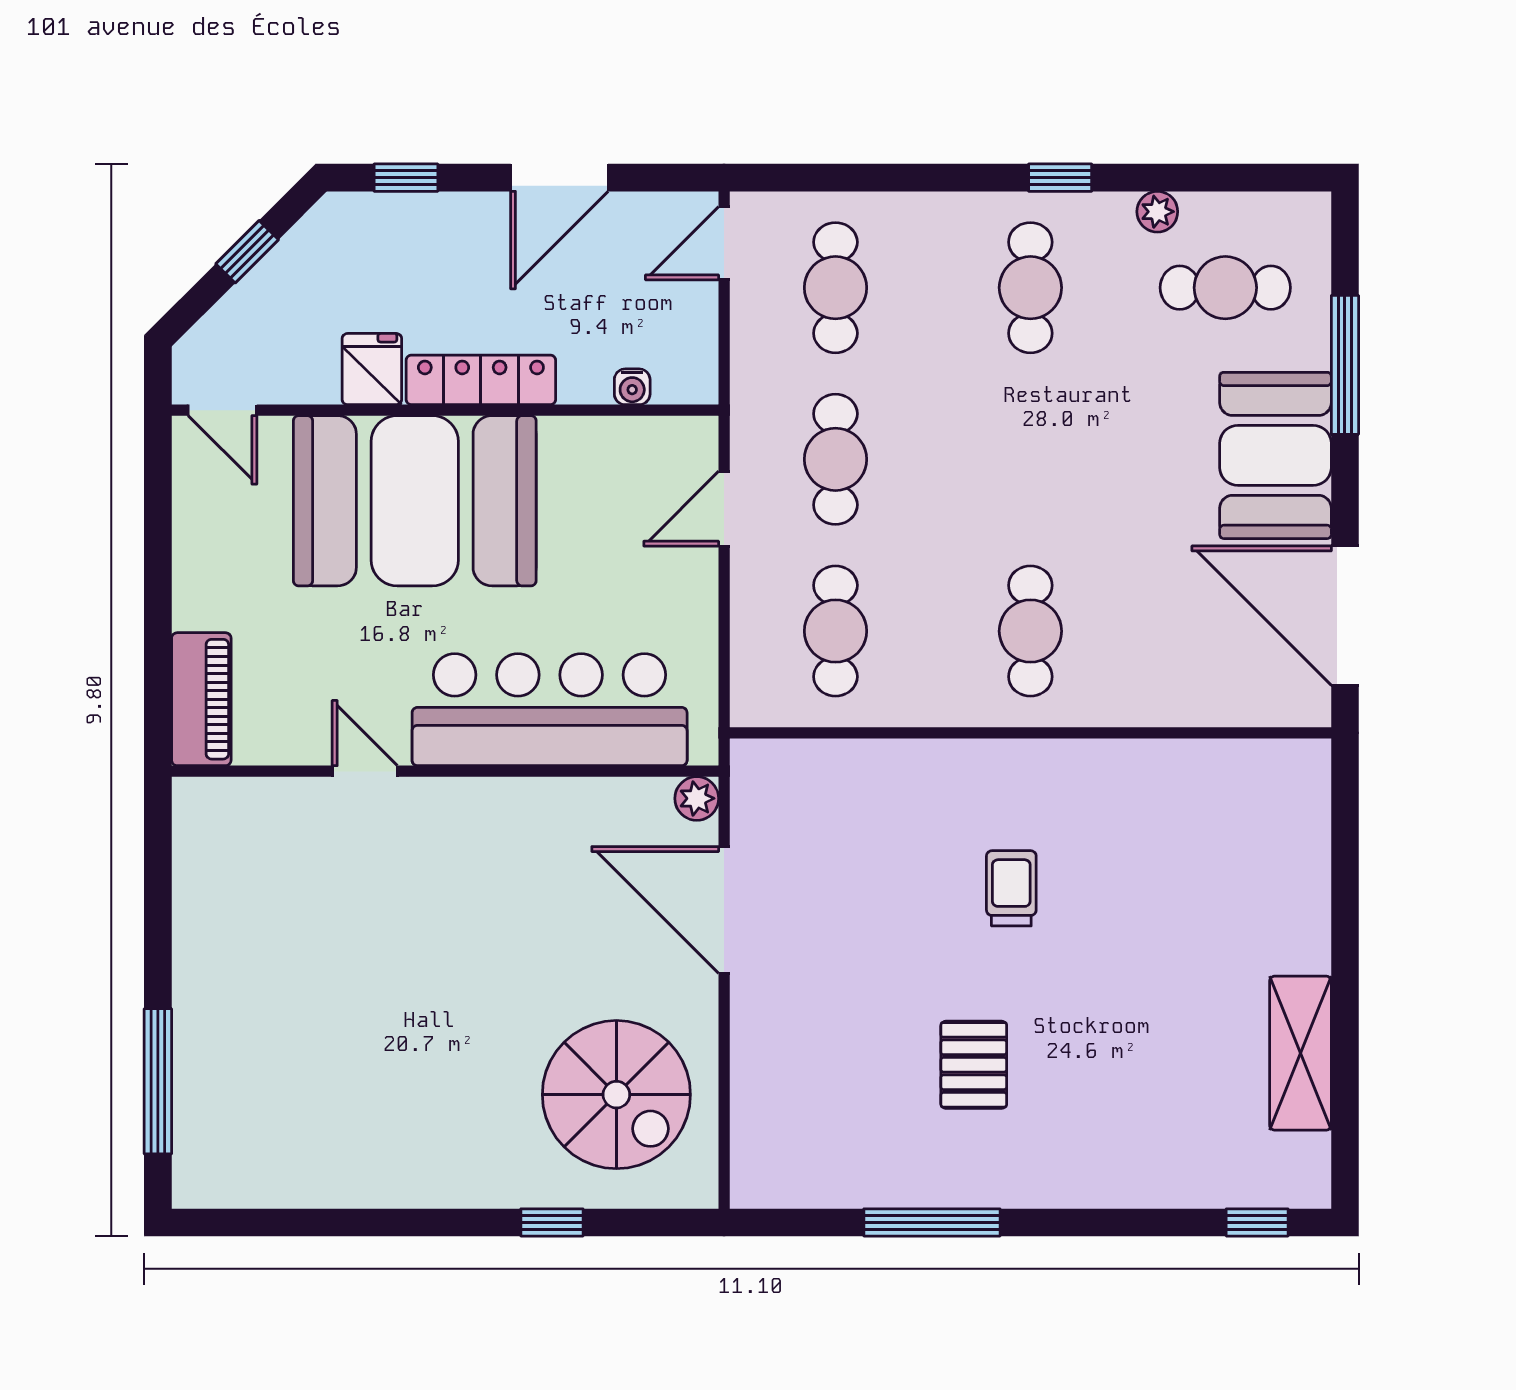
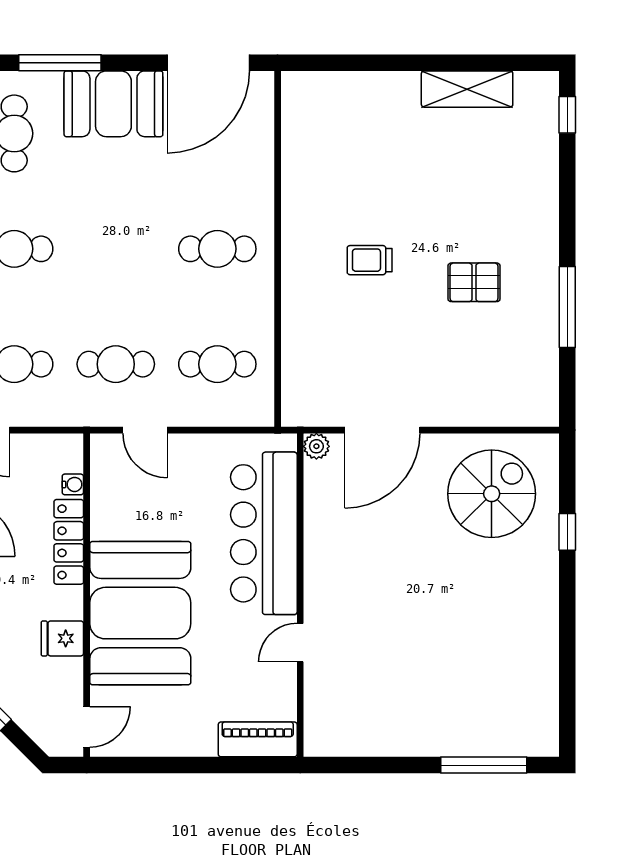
locker: (481, 380) -> (69, 542), moved

